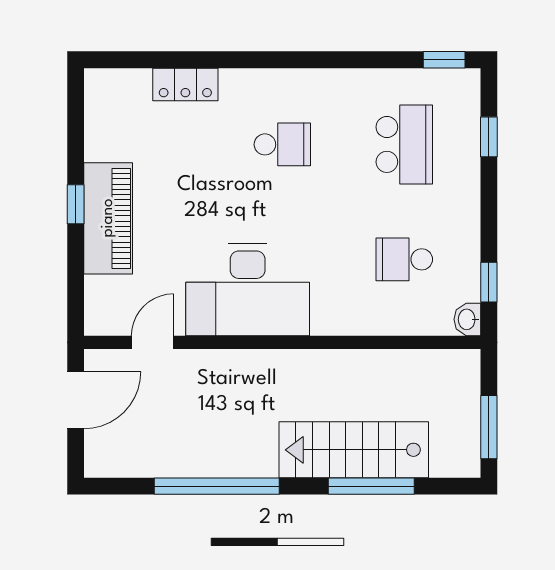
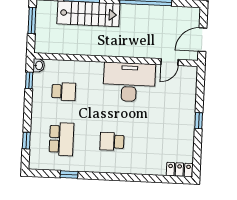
window: (444, 60) -> (69, 175), moved
locker: (185, 84) -> (179, 170), moved
school desk: (404, 144) -> (61, 139), turned 180
piano: (108, 218) -> (185, 114), removed

